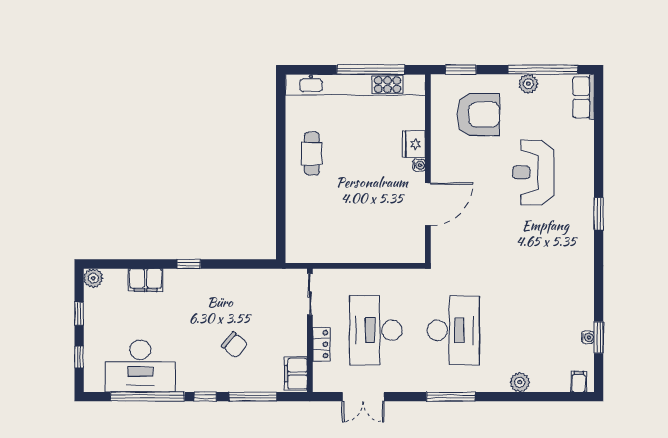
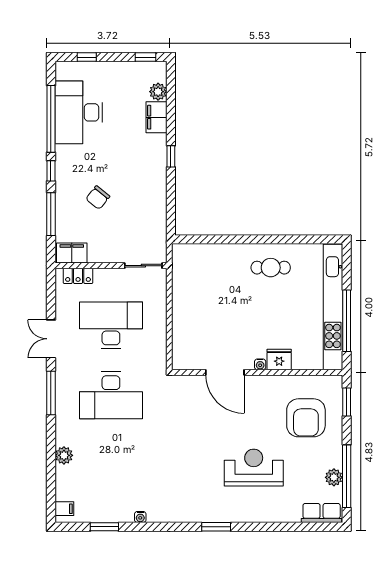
plant: (528, 84) -> (334, 477), moved
plant: (93, 278) -> (158, 92), moved
window: (79, 314) -> (146, 57), moved
water cooler: (588, 337) -> (140, 517), moved
locker: (321, 344) -> (78, 276), moved
double door: (363, 397) -> (51, 339), moved

